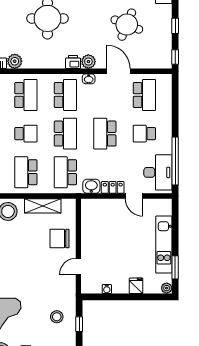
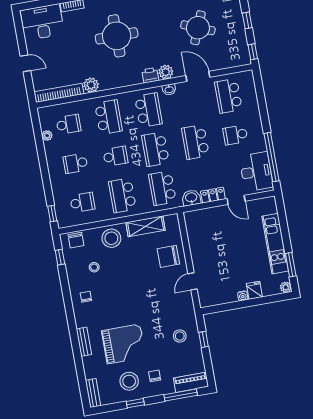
school desk: (144, 95) -> (228, 96), turned 180
school desk: (65, 134) -> (155, 149), turned 180
water cooler: (107, 289) -> (243, 296), moved

